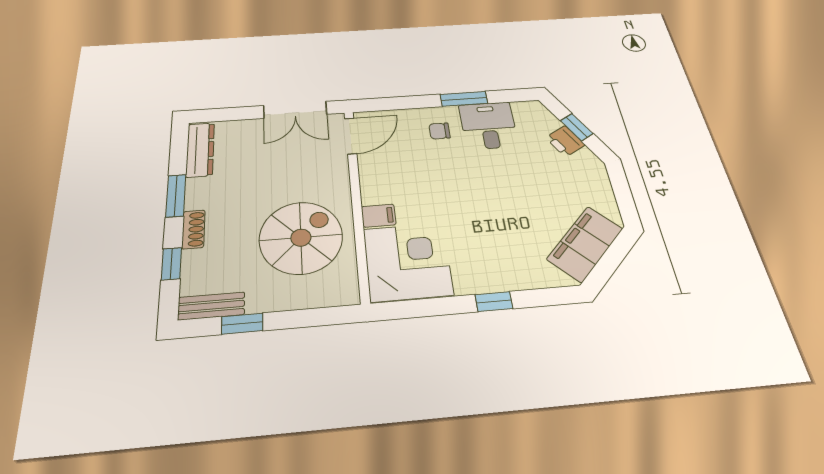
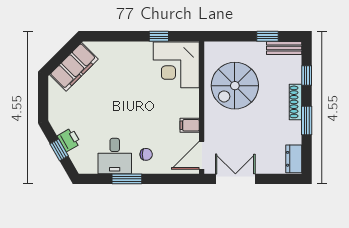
dresser: (200, 150) -> (294, 159), width x0.70
filing cabinet: (379, 216) -> (190, 125), moved
shoe rack: (193, 229) -> (295, 102), width x1.43
window: (494, 302) -> (159, 36), moved

